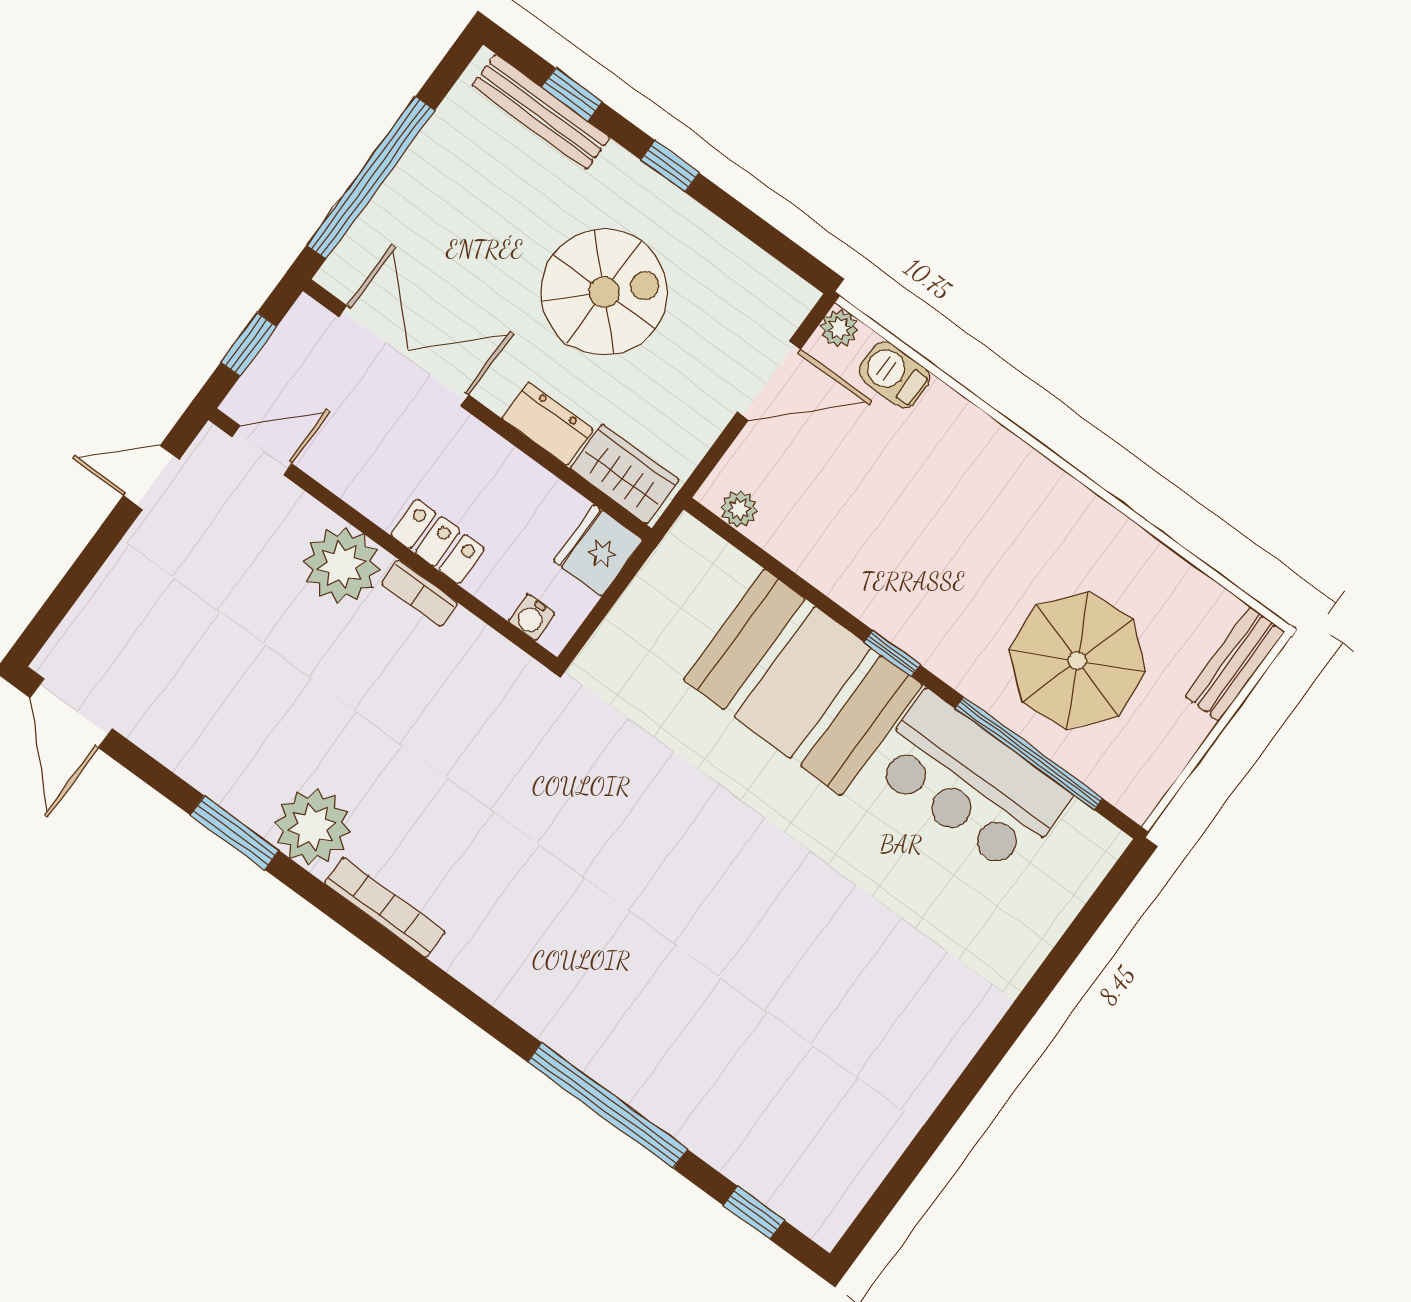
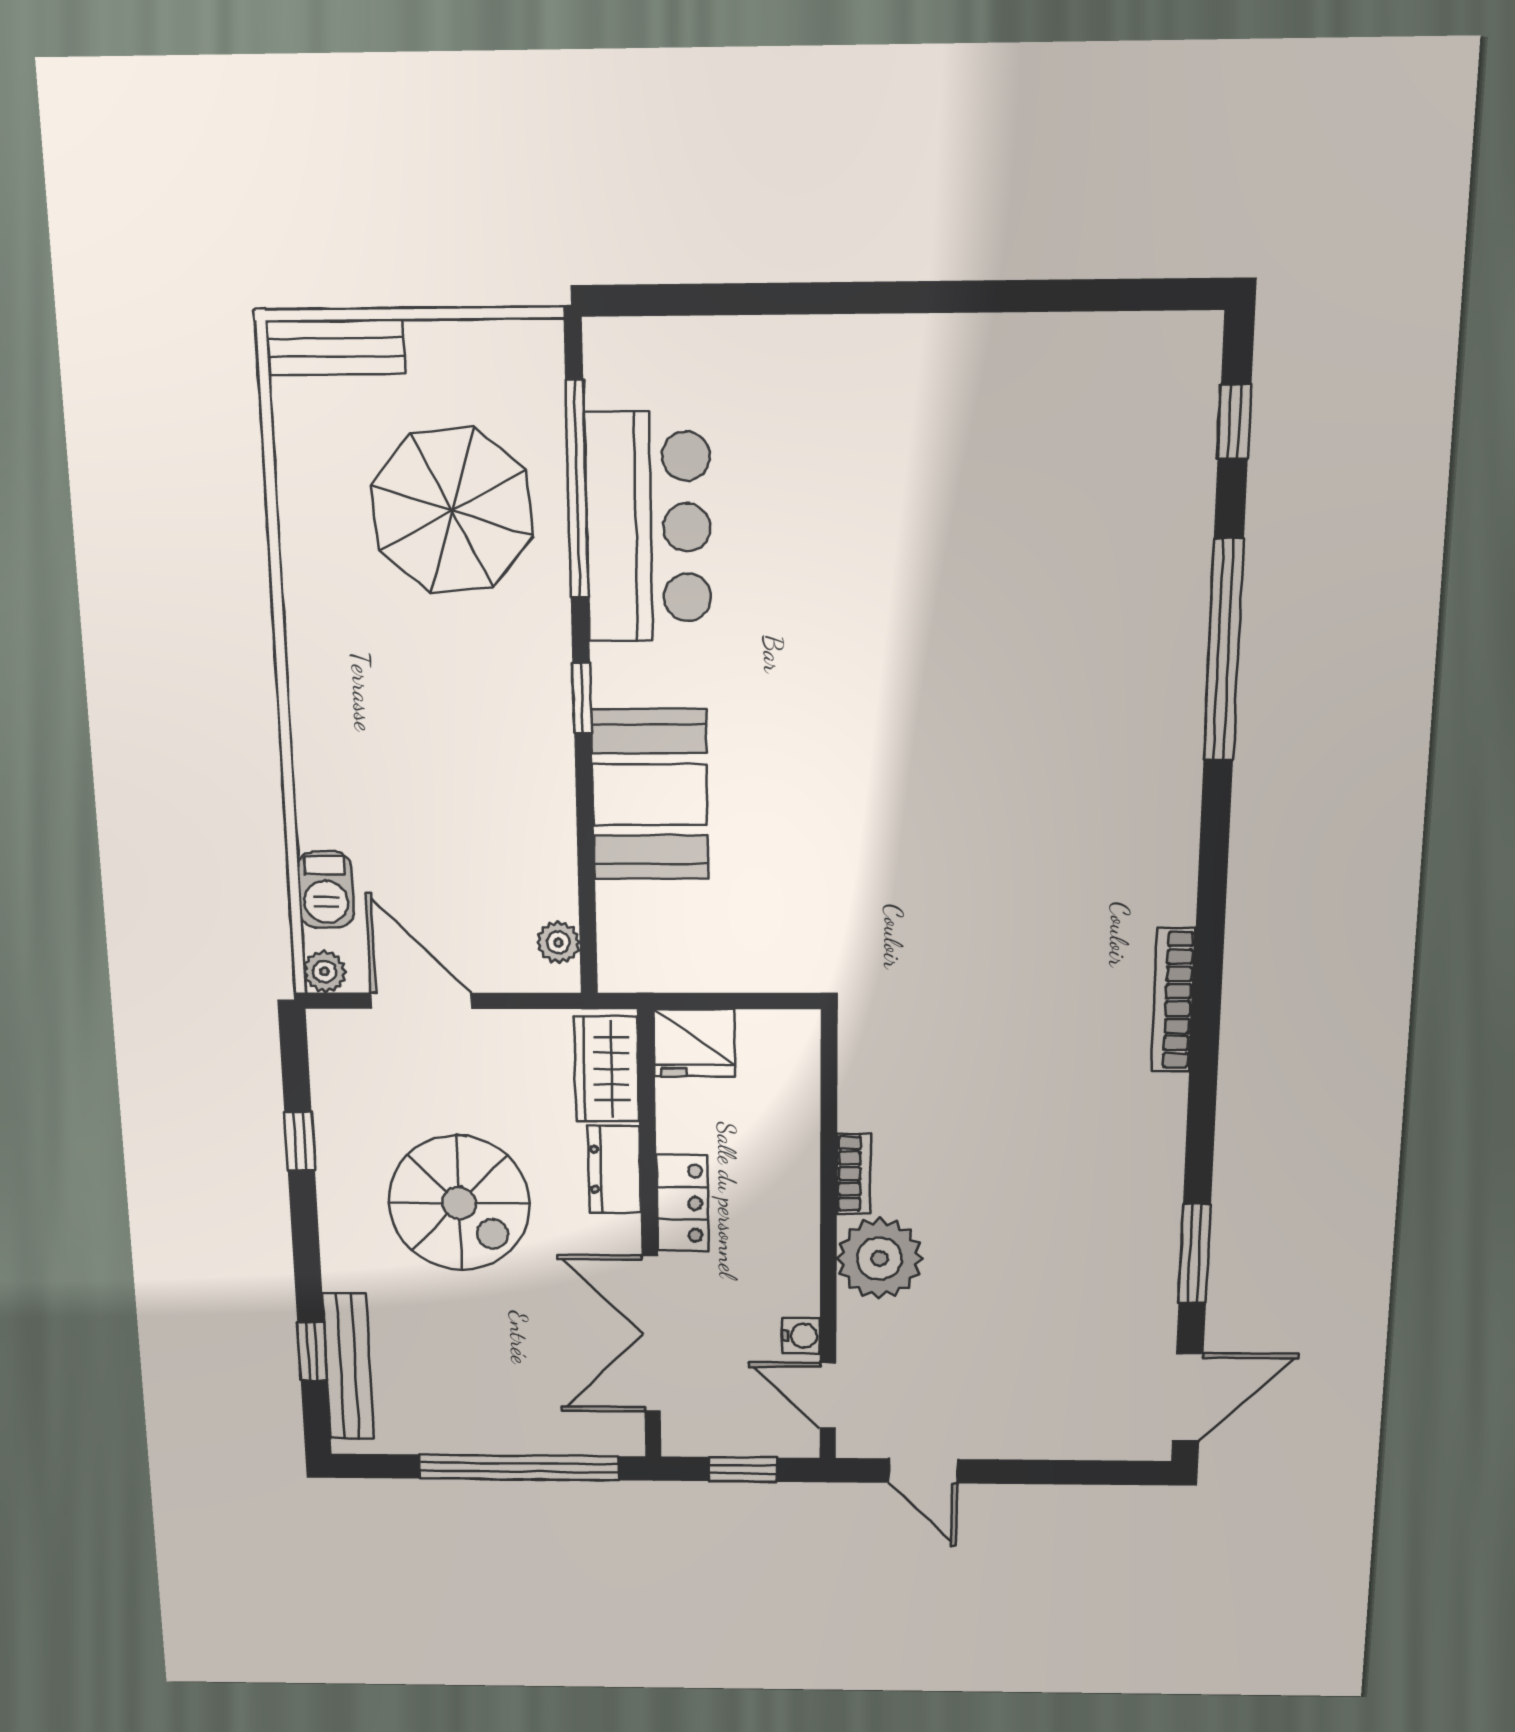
window: (670, 166) -> (300, 1141), moved
spiral stairs: (604, 292) -> (459, 1203), turned 180
locker: (438, 542) -> (682, 1203), moved, turned 180
water cooler: (532, 617) -> (801, 1336), moved
booth: (803, 682) -> (650, 795), width x0.73, depth x0.70
plant: (312, 827) -> (1143, 1118), removed
window: (235, 833) -> (1195, 1254), moved

